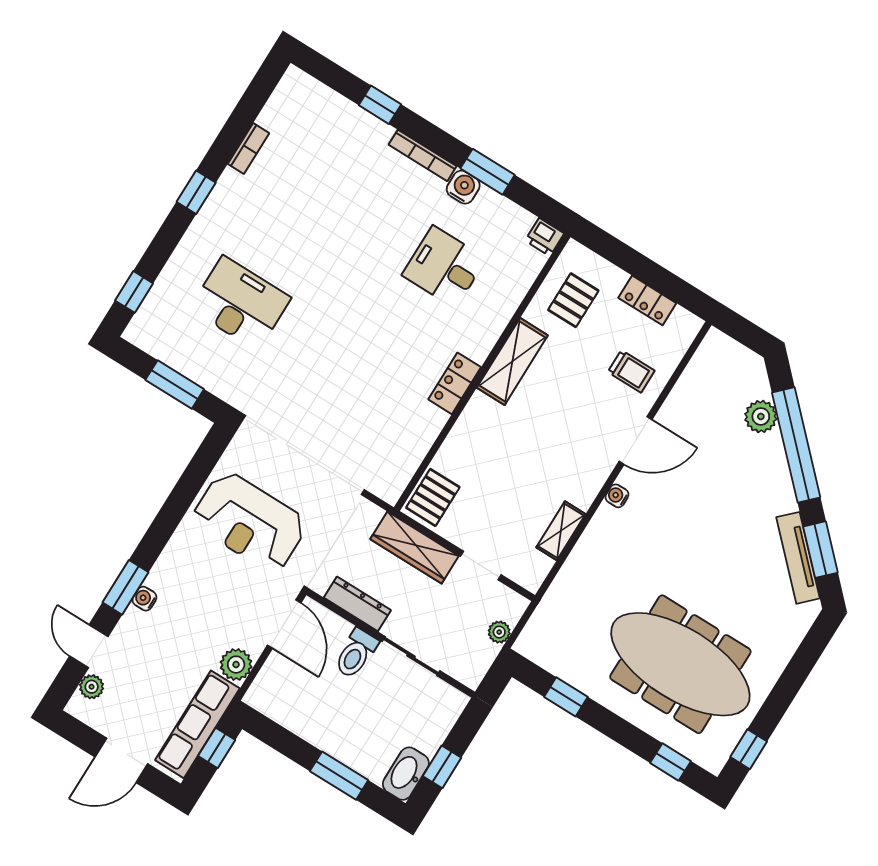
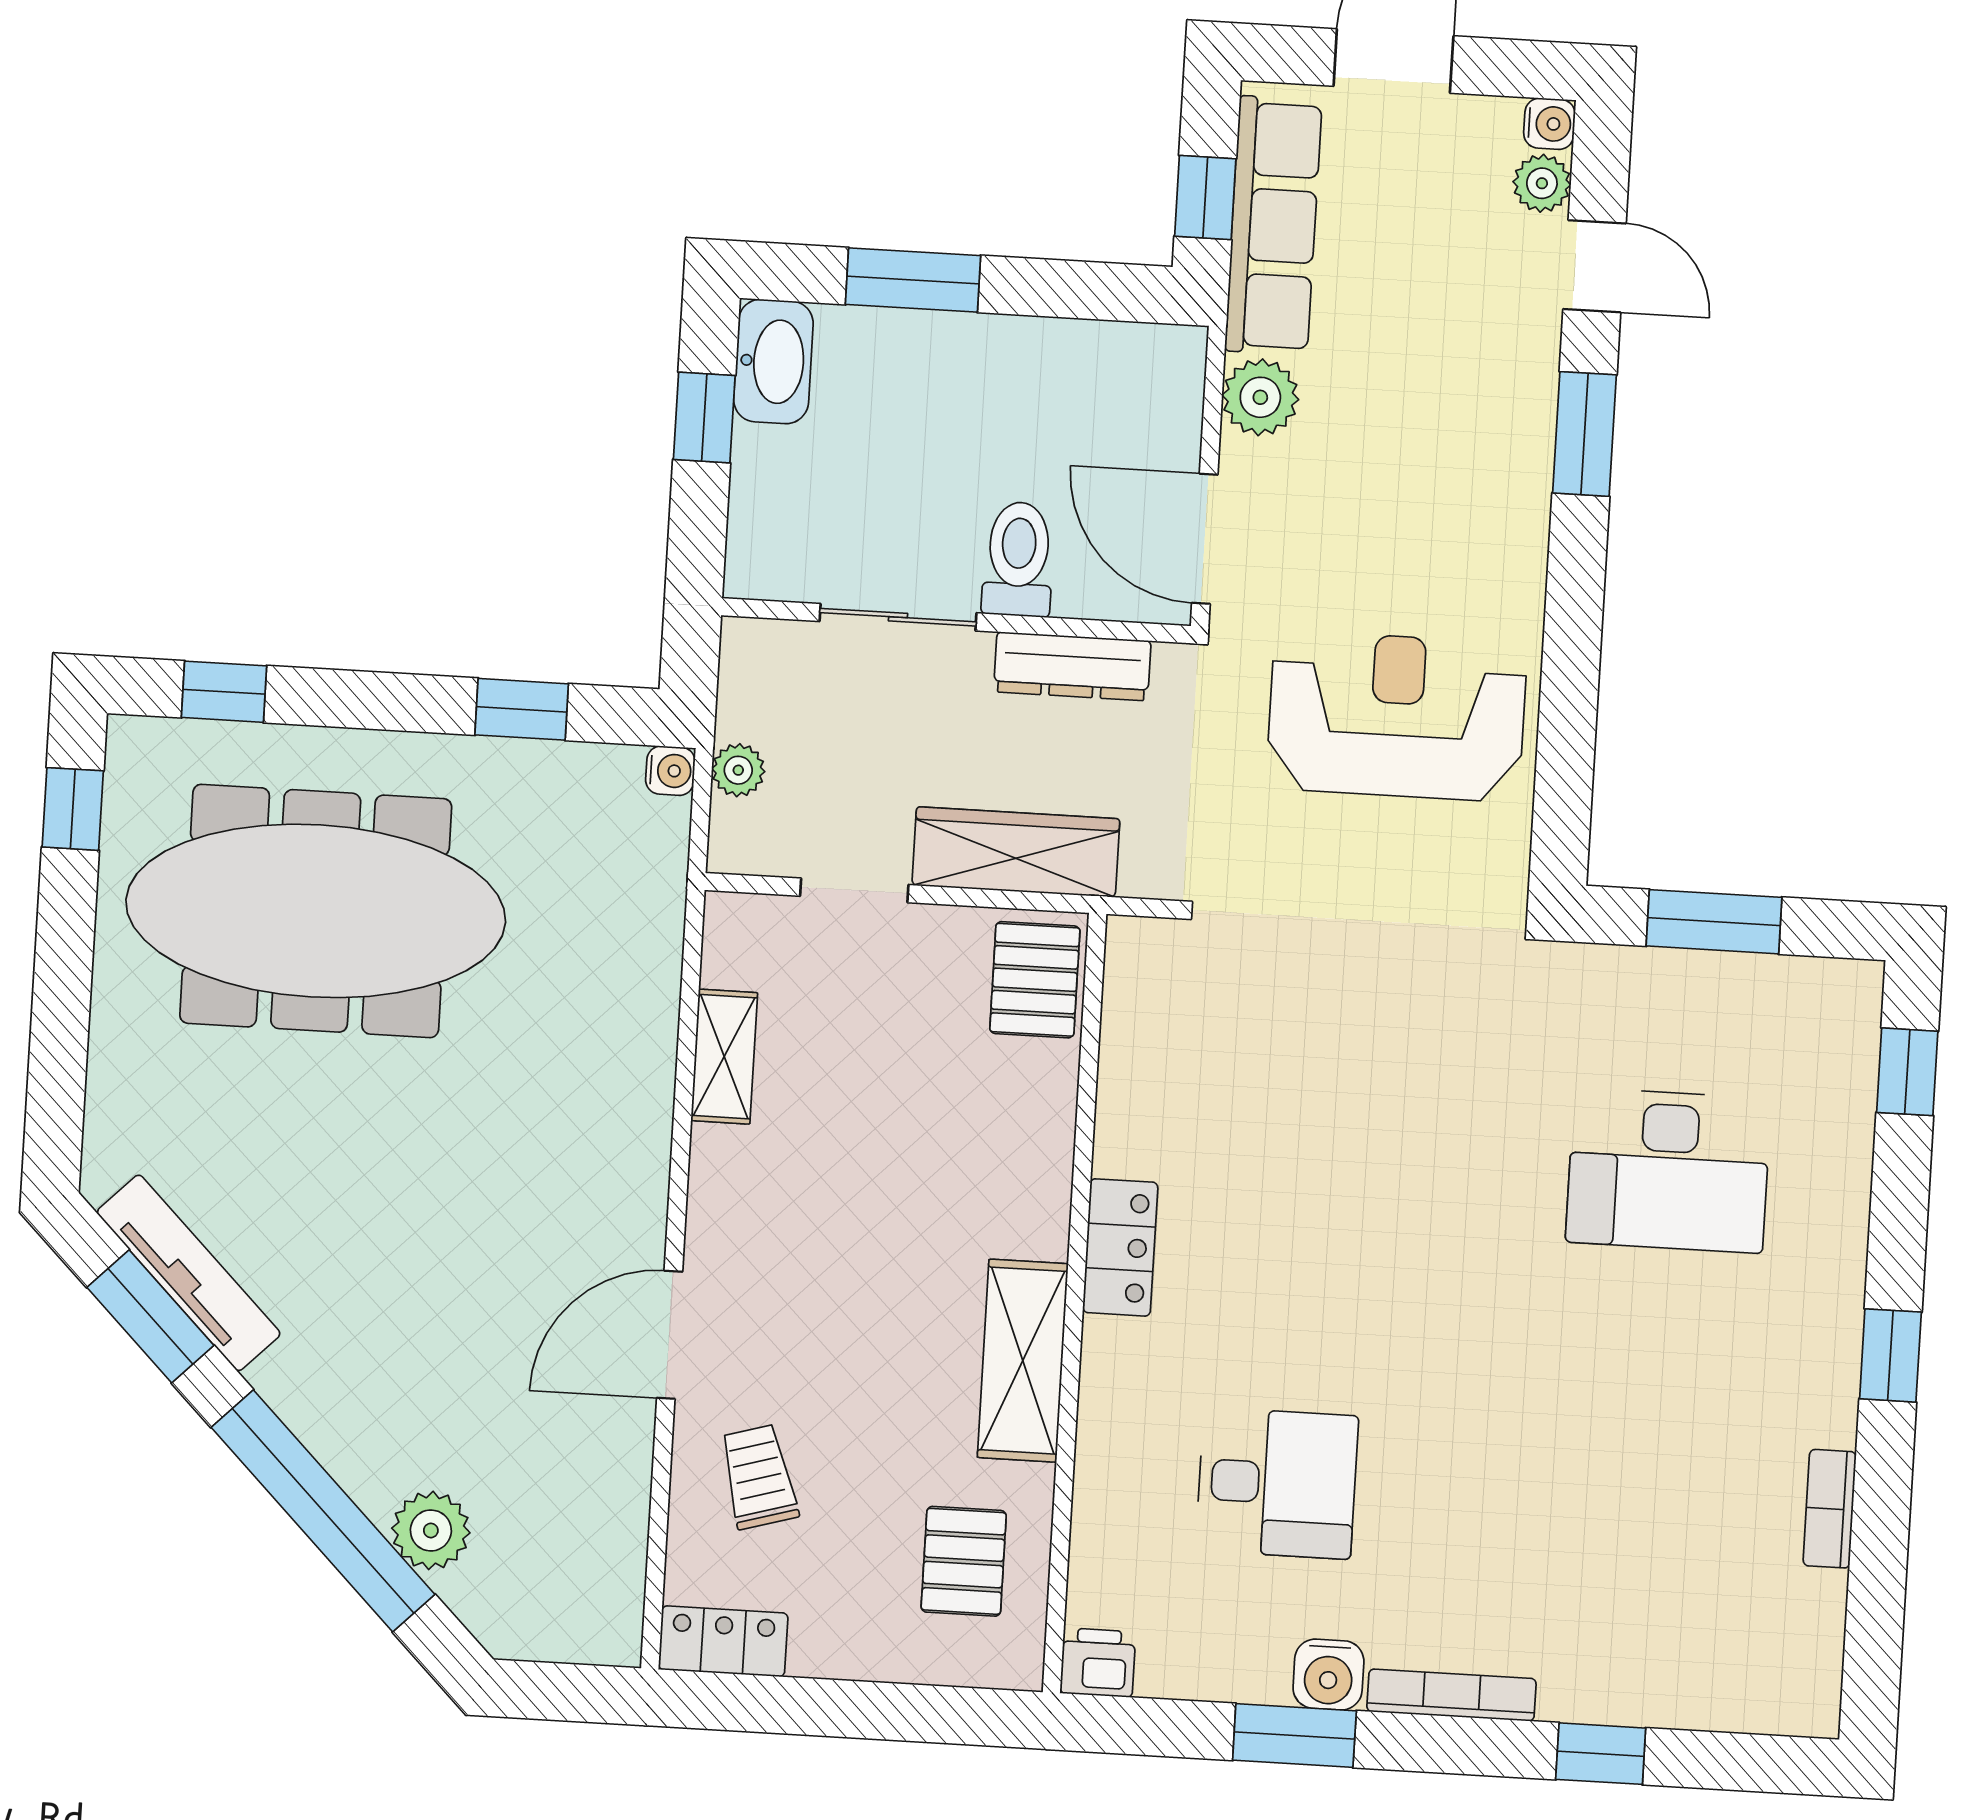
locker: (647, 300) -> (723, 1641), moved
trolley: (631, 371) -> (759, 1477), turned 74
water cooler: (617, 496) -> (670, 771), moved
water cooler: (144, 599) -> (1549, 124), moved

